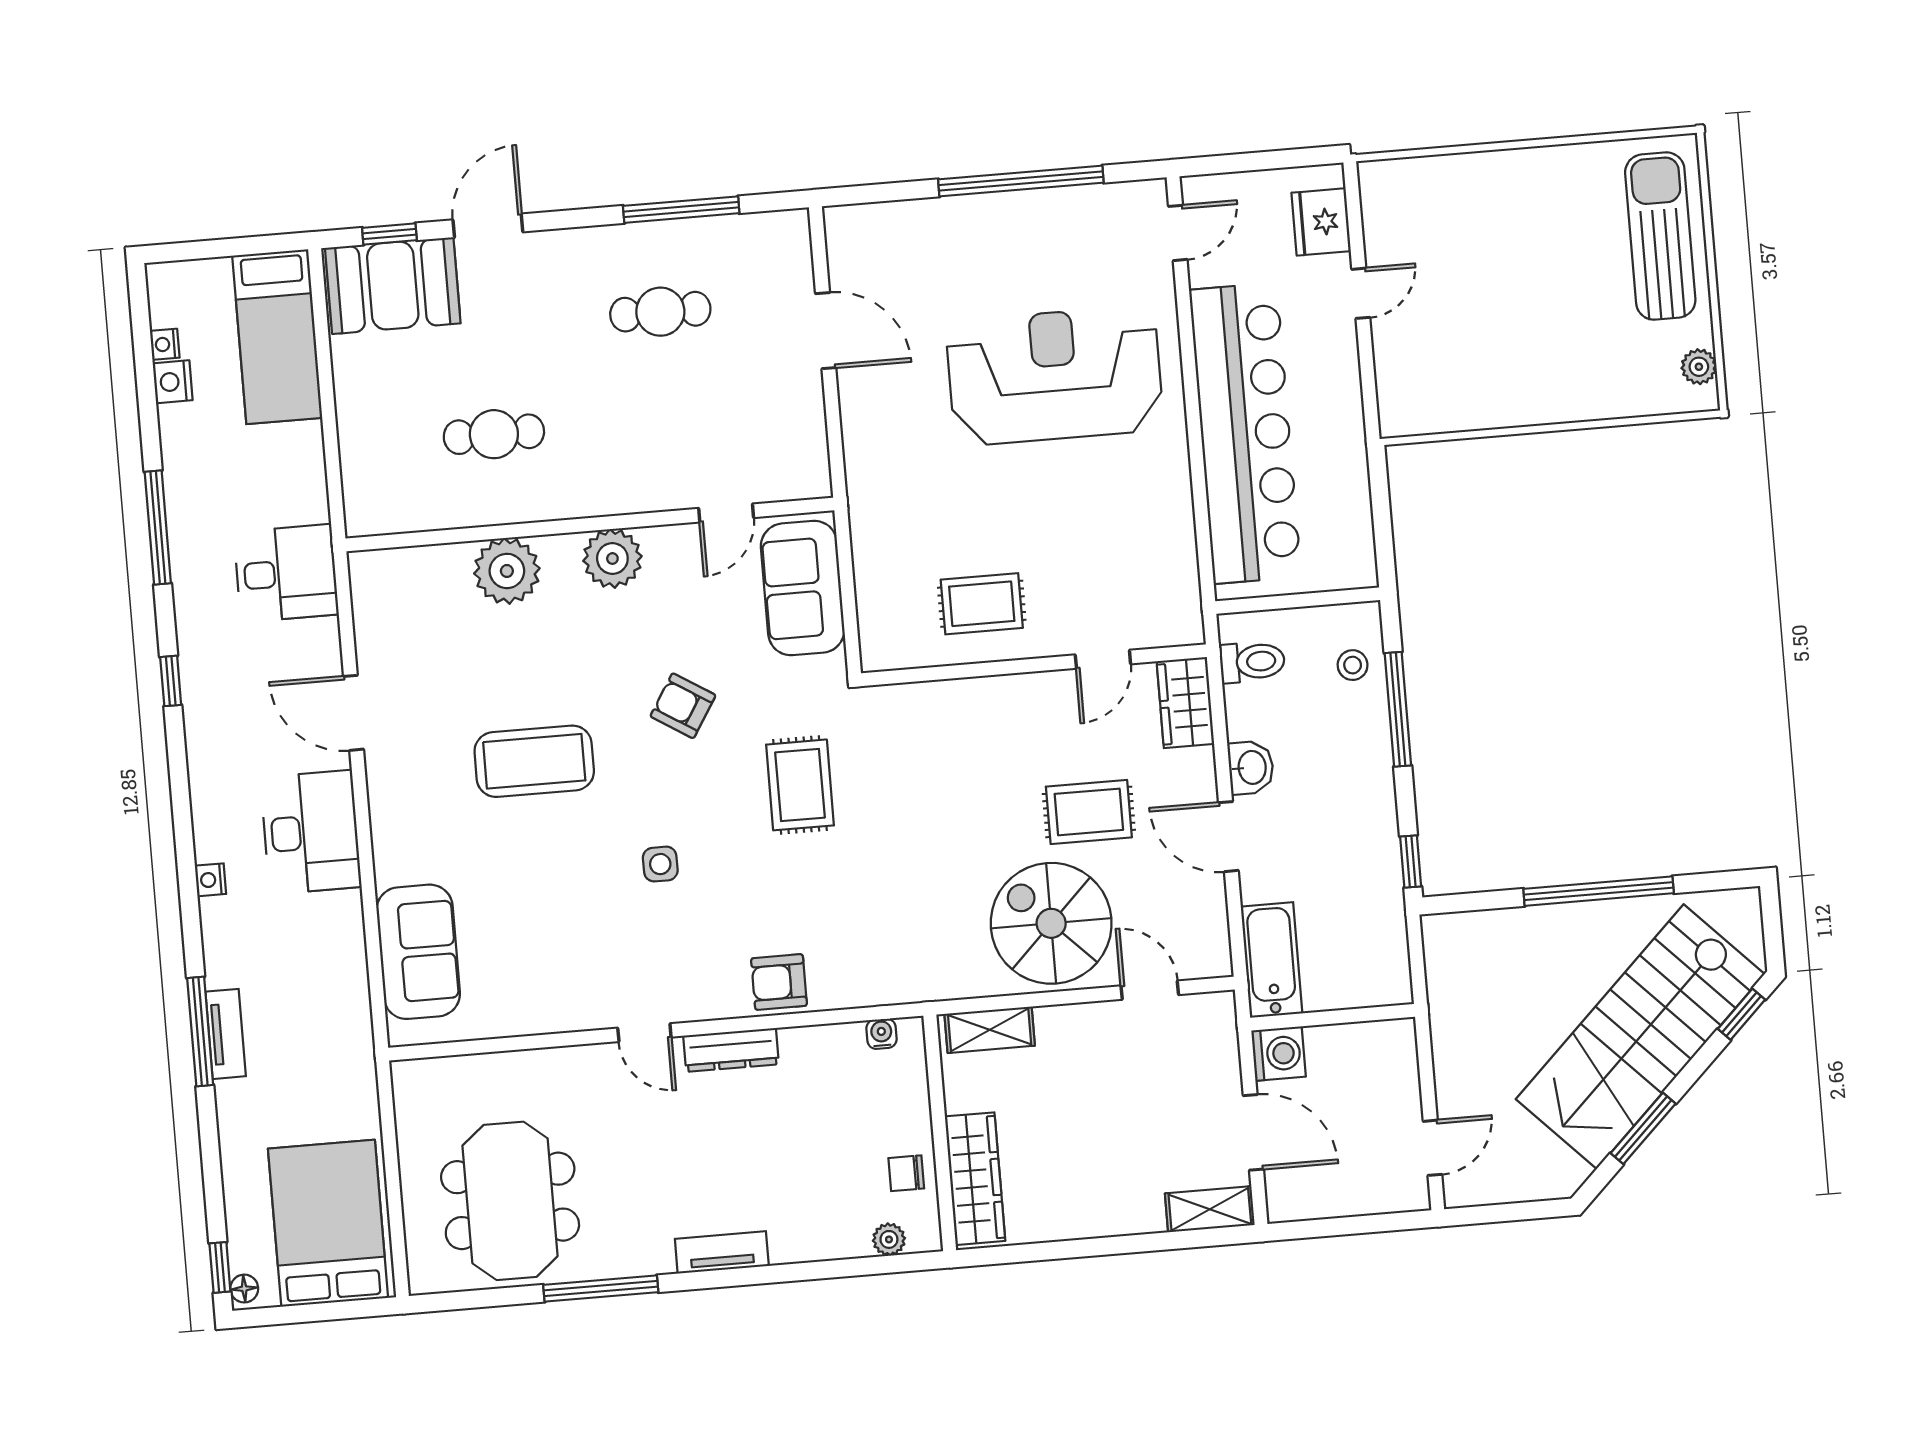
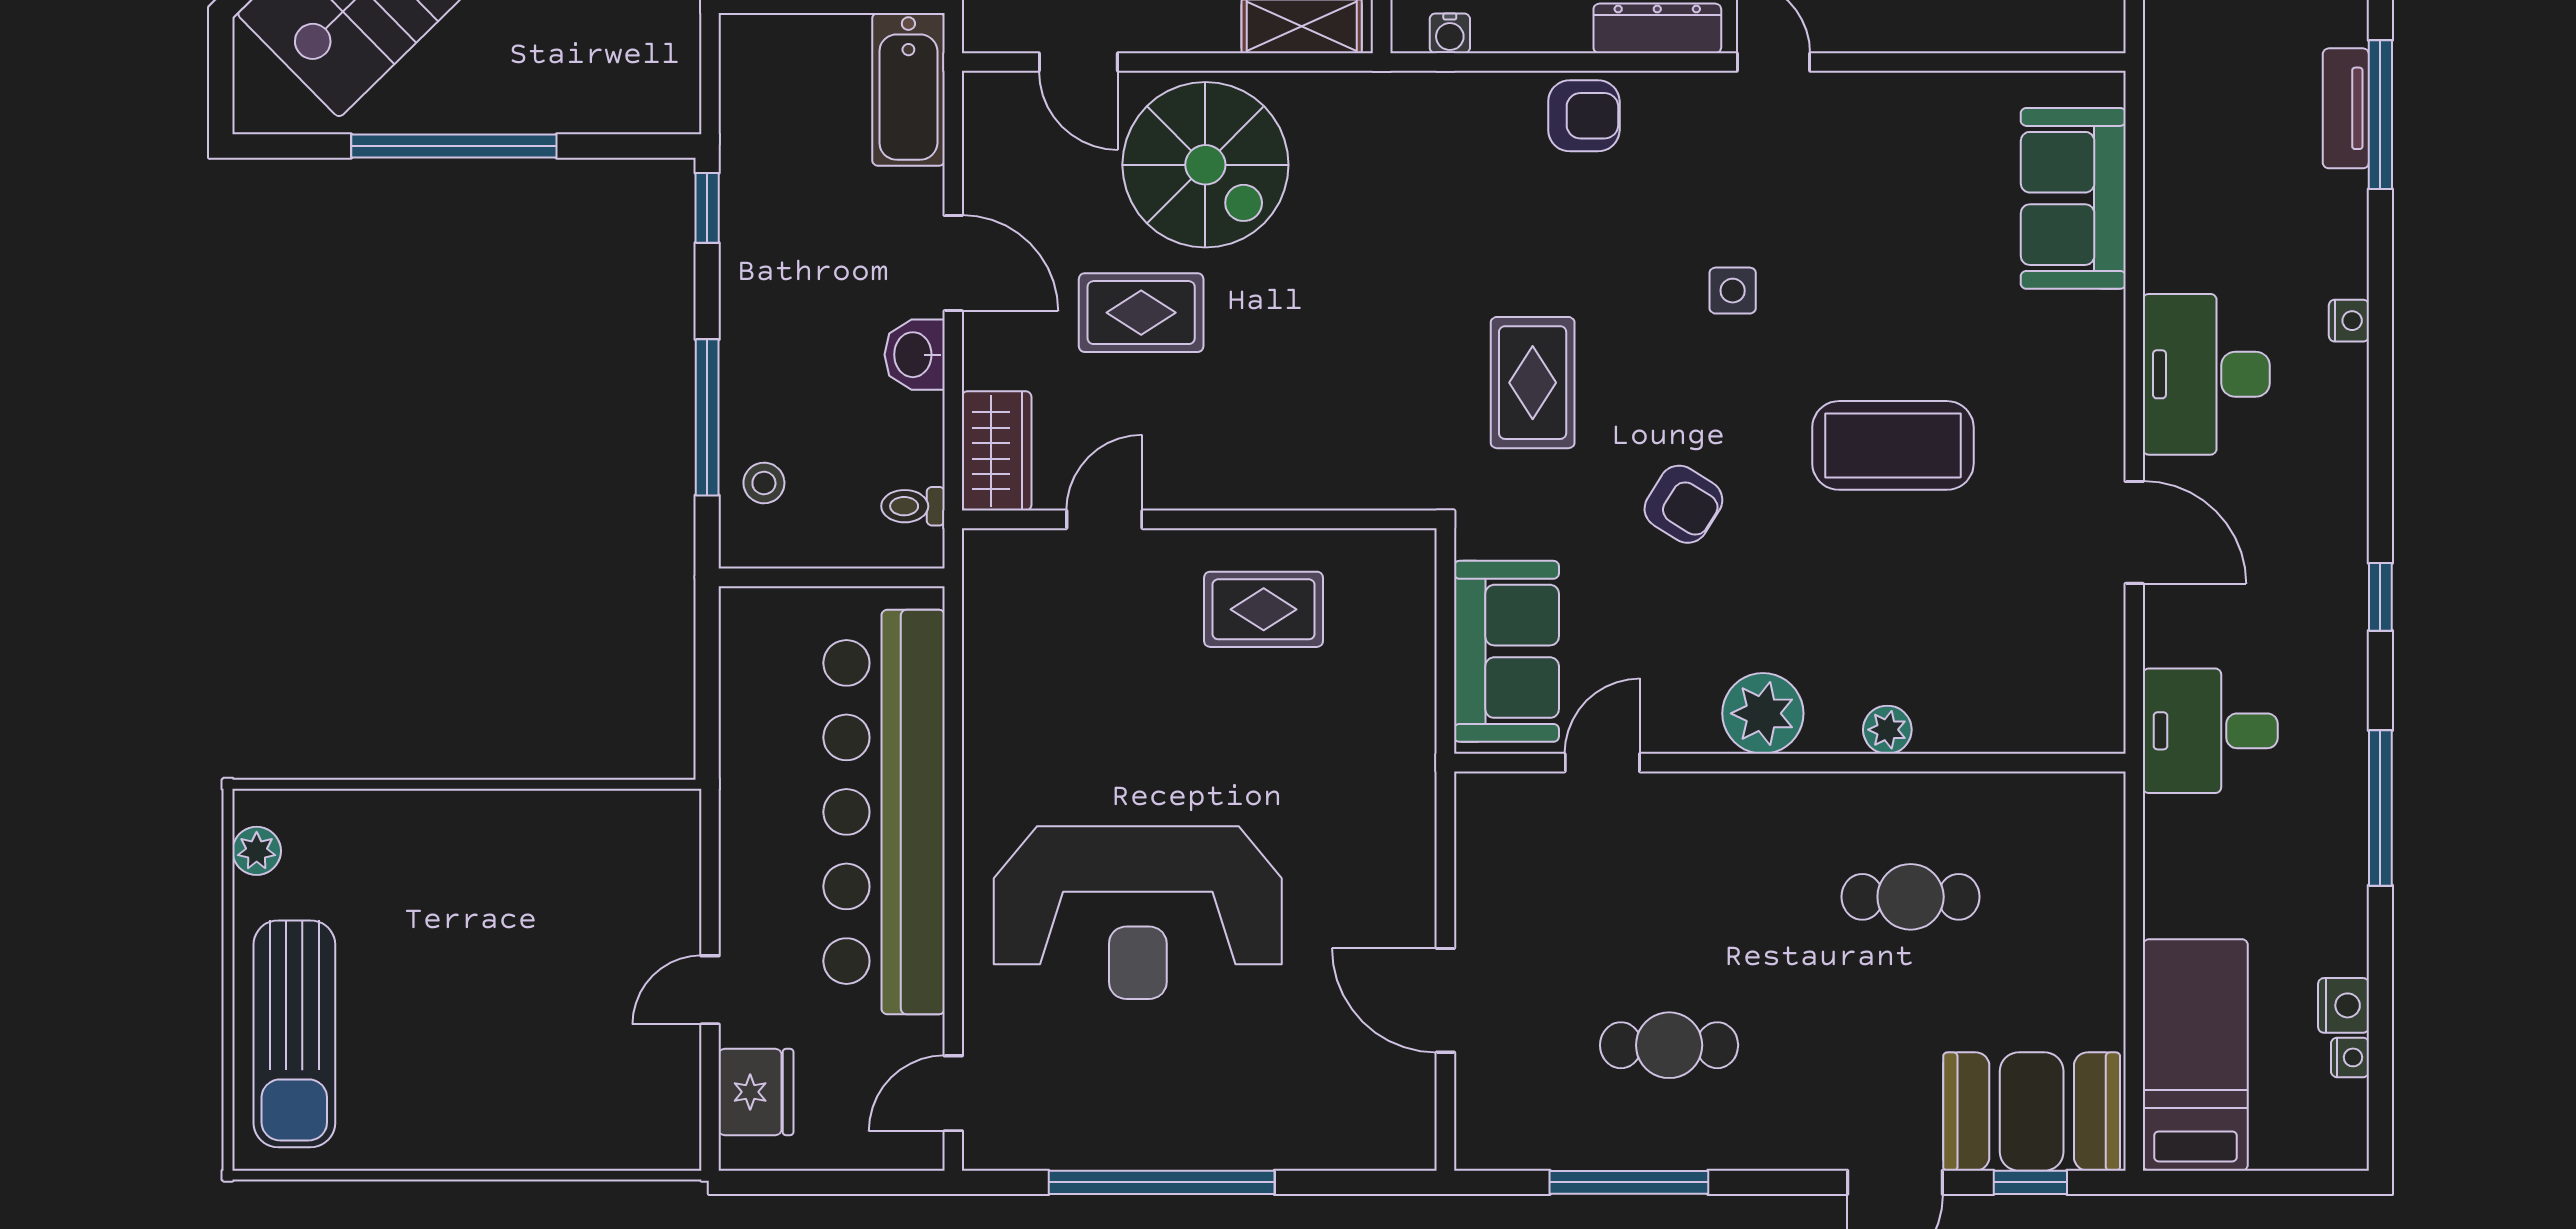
plant: (507, 571) -> (1887, 730), width x0.53, depth x0.53
toilet: (1252, 662) -> (913, 506), width x0.73, depth x0.72

